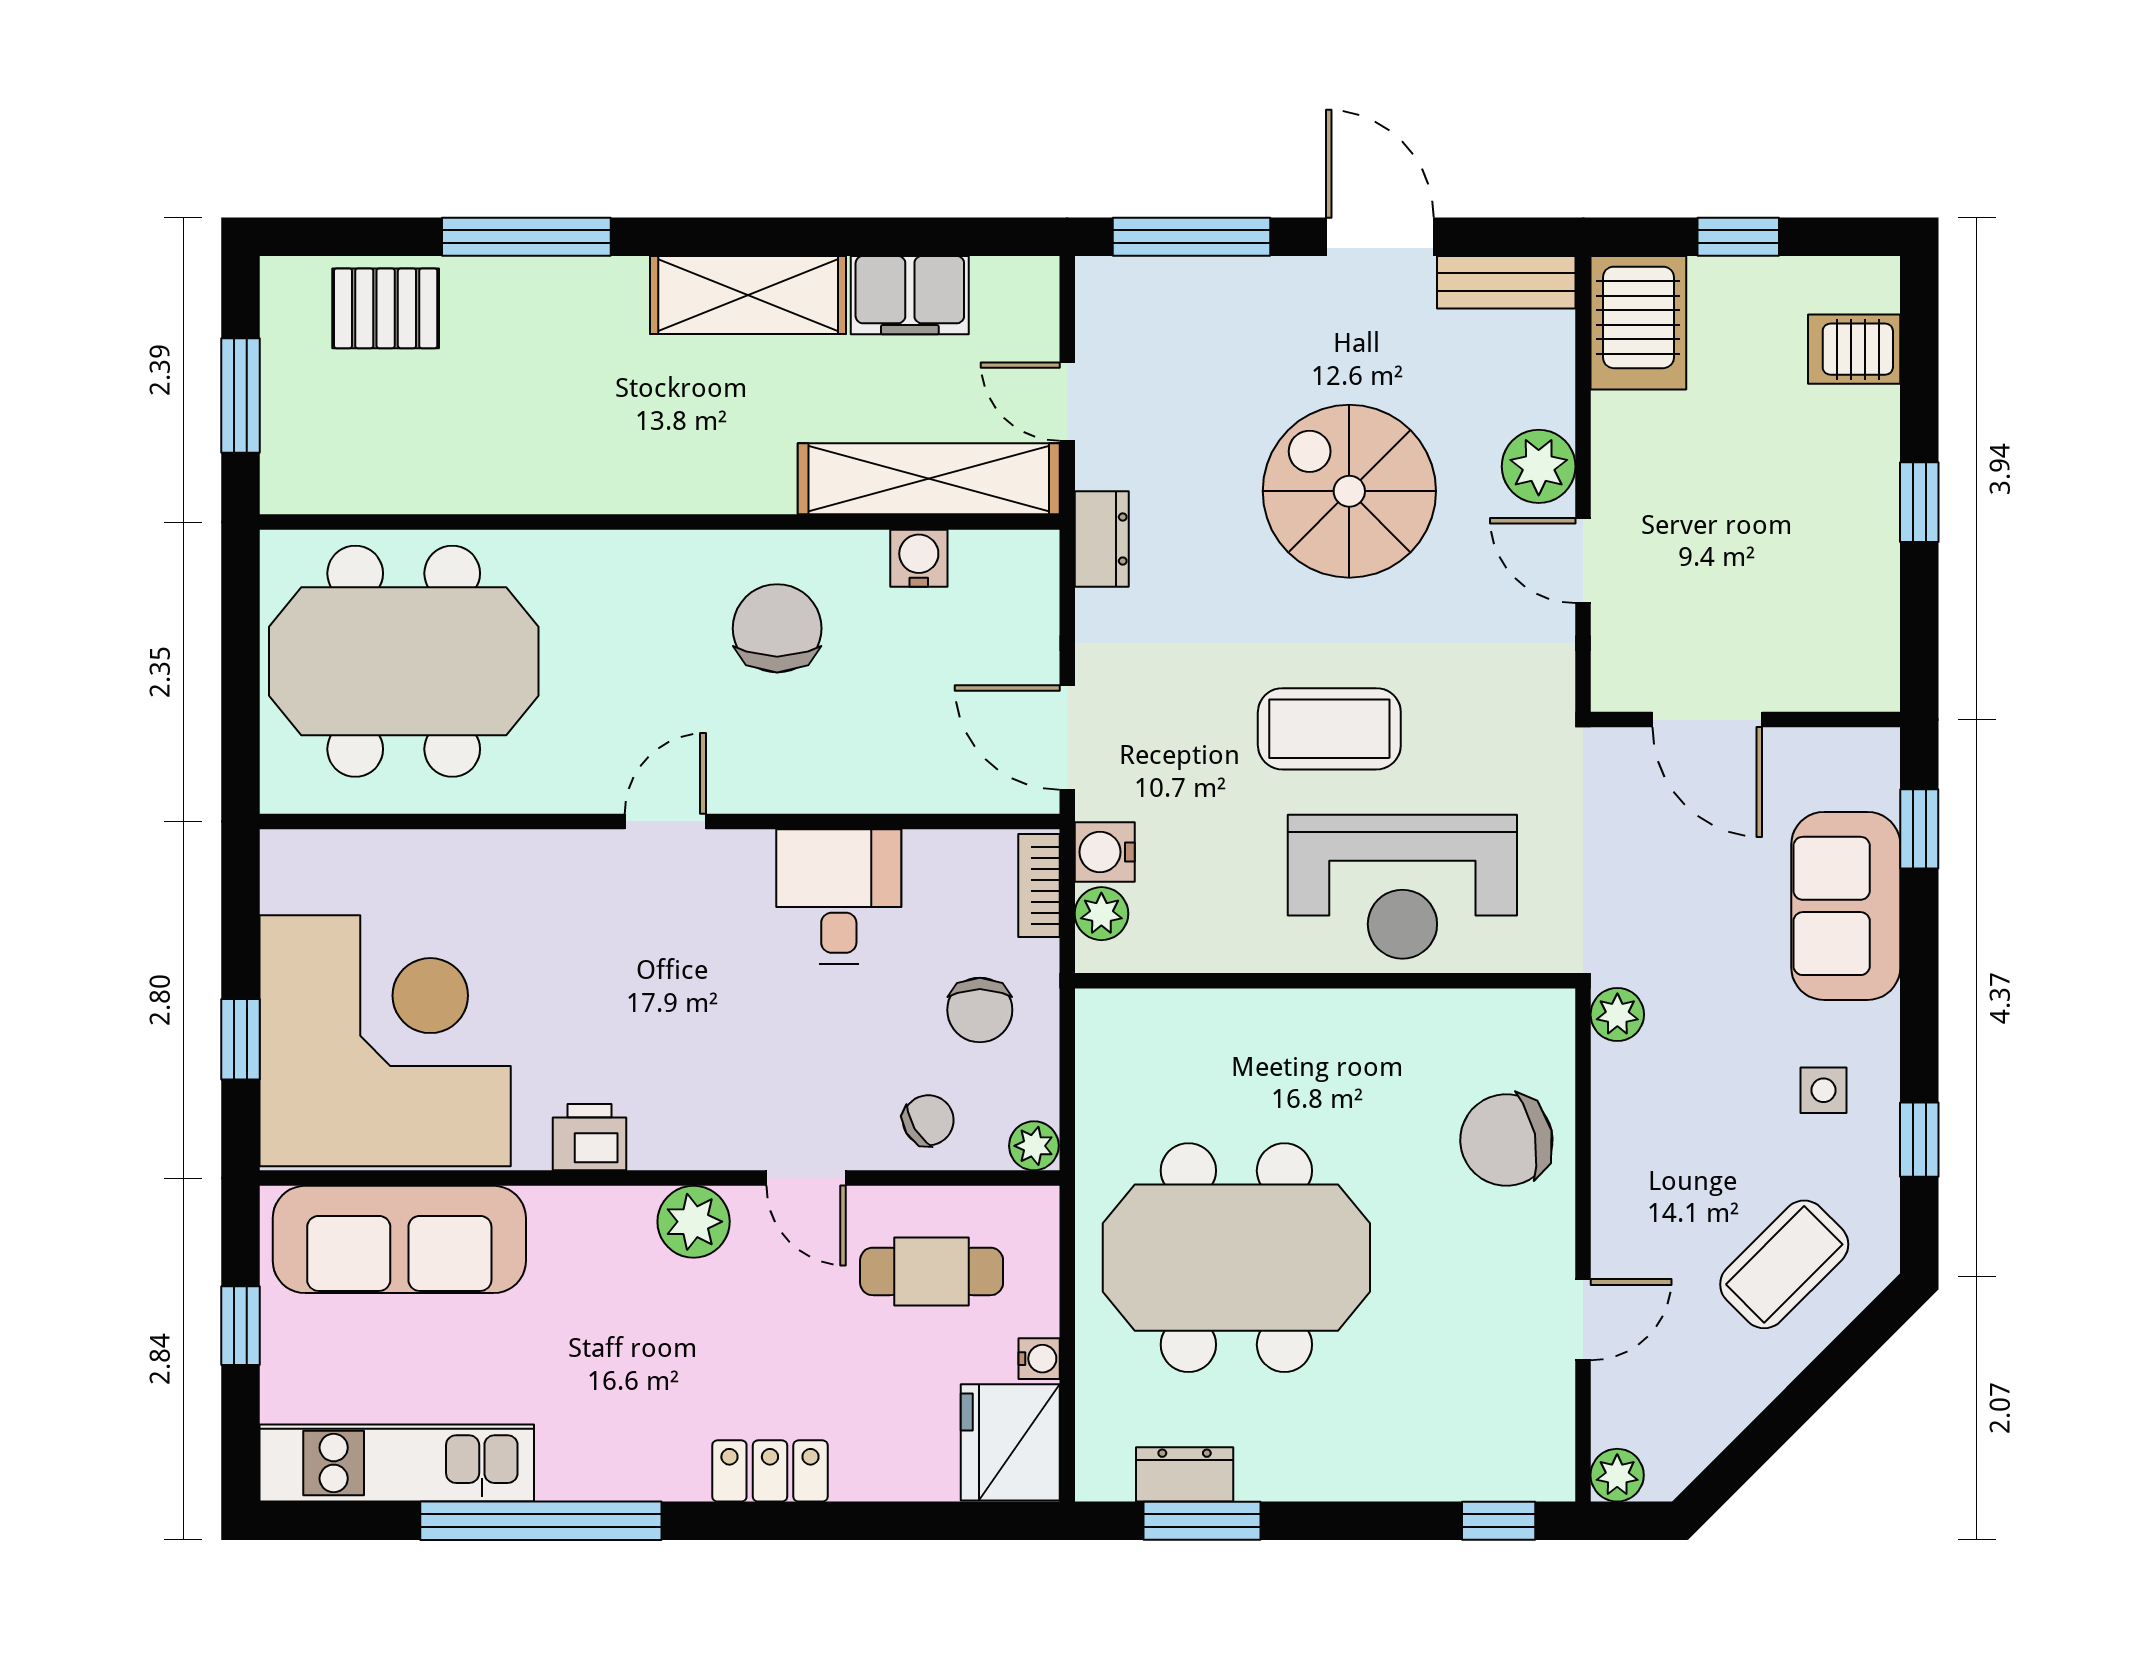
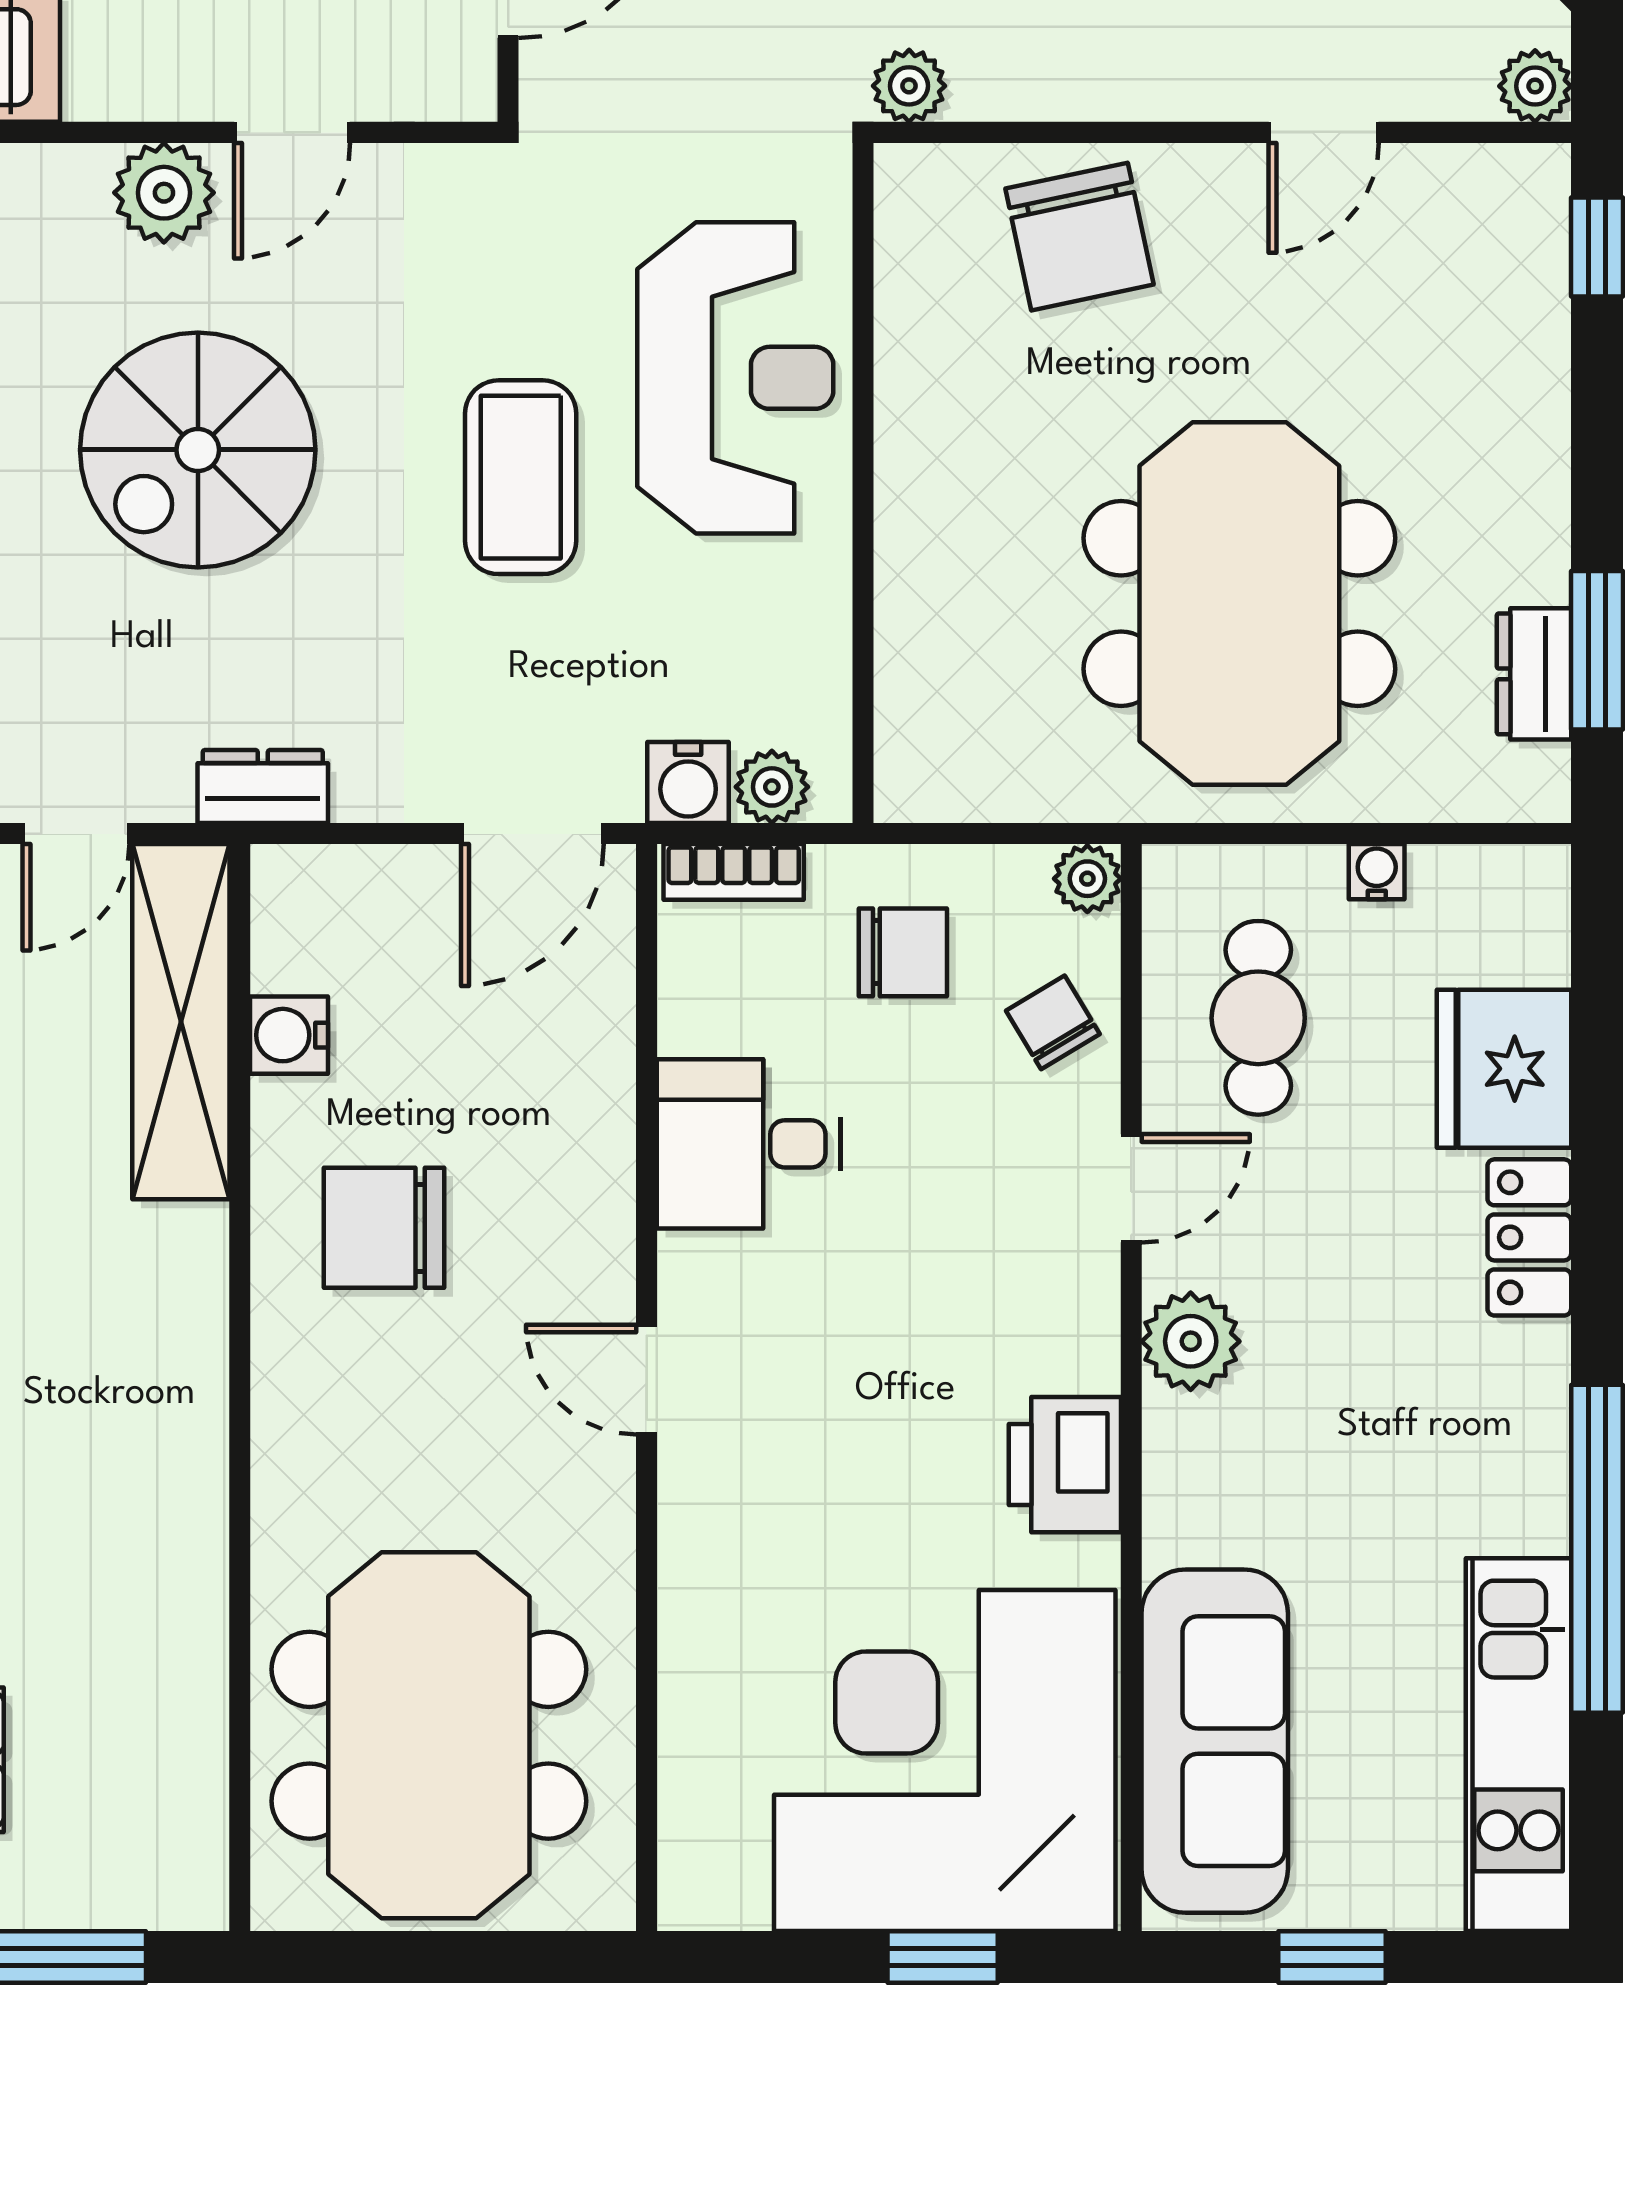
printer: (590, 1137) -> (1065, 1465), width x1.36, depth x1.24
door: (1583, 1320) -> (1324, 132), swing flipped
fridge: (1010, 1442) -> (1504, 1069), moved, turned 90

